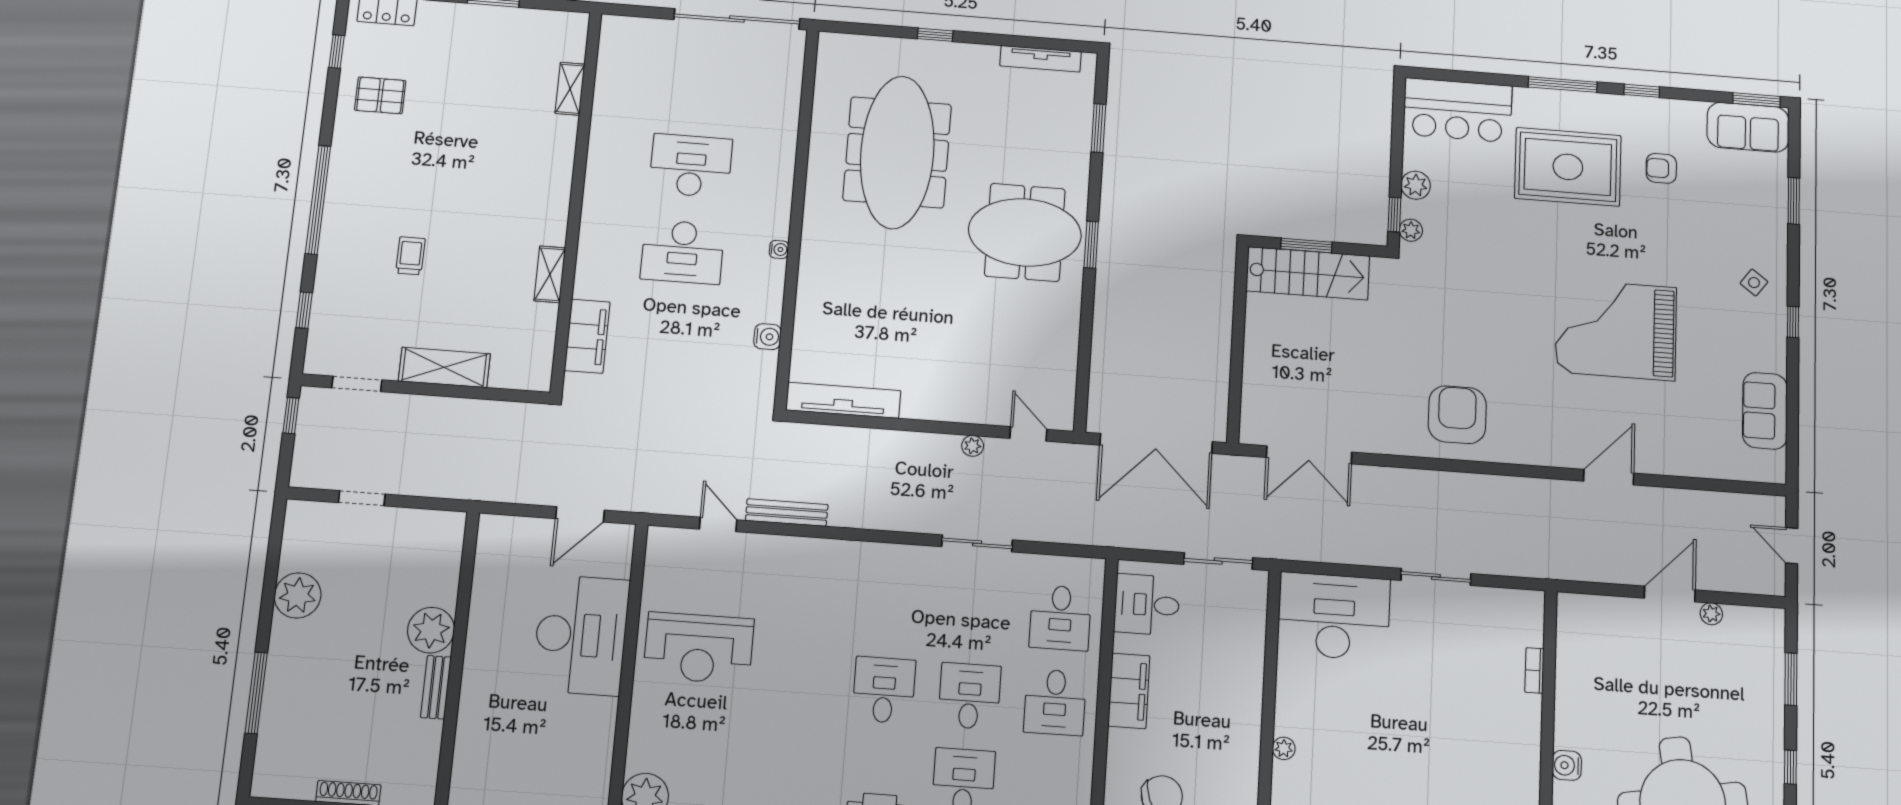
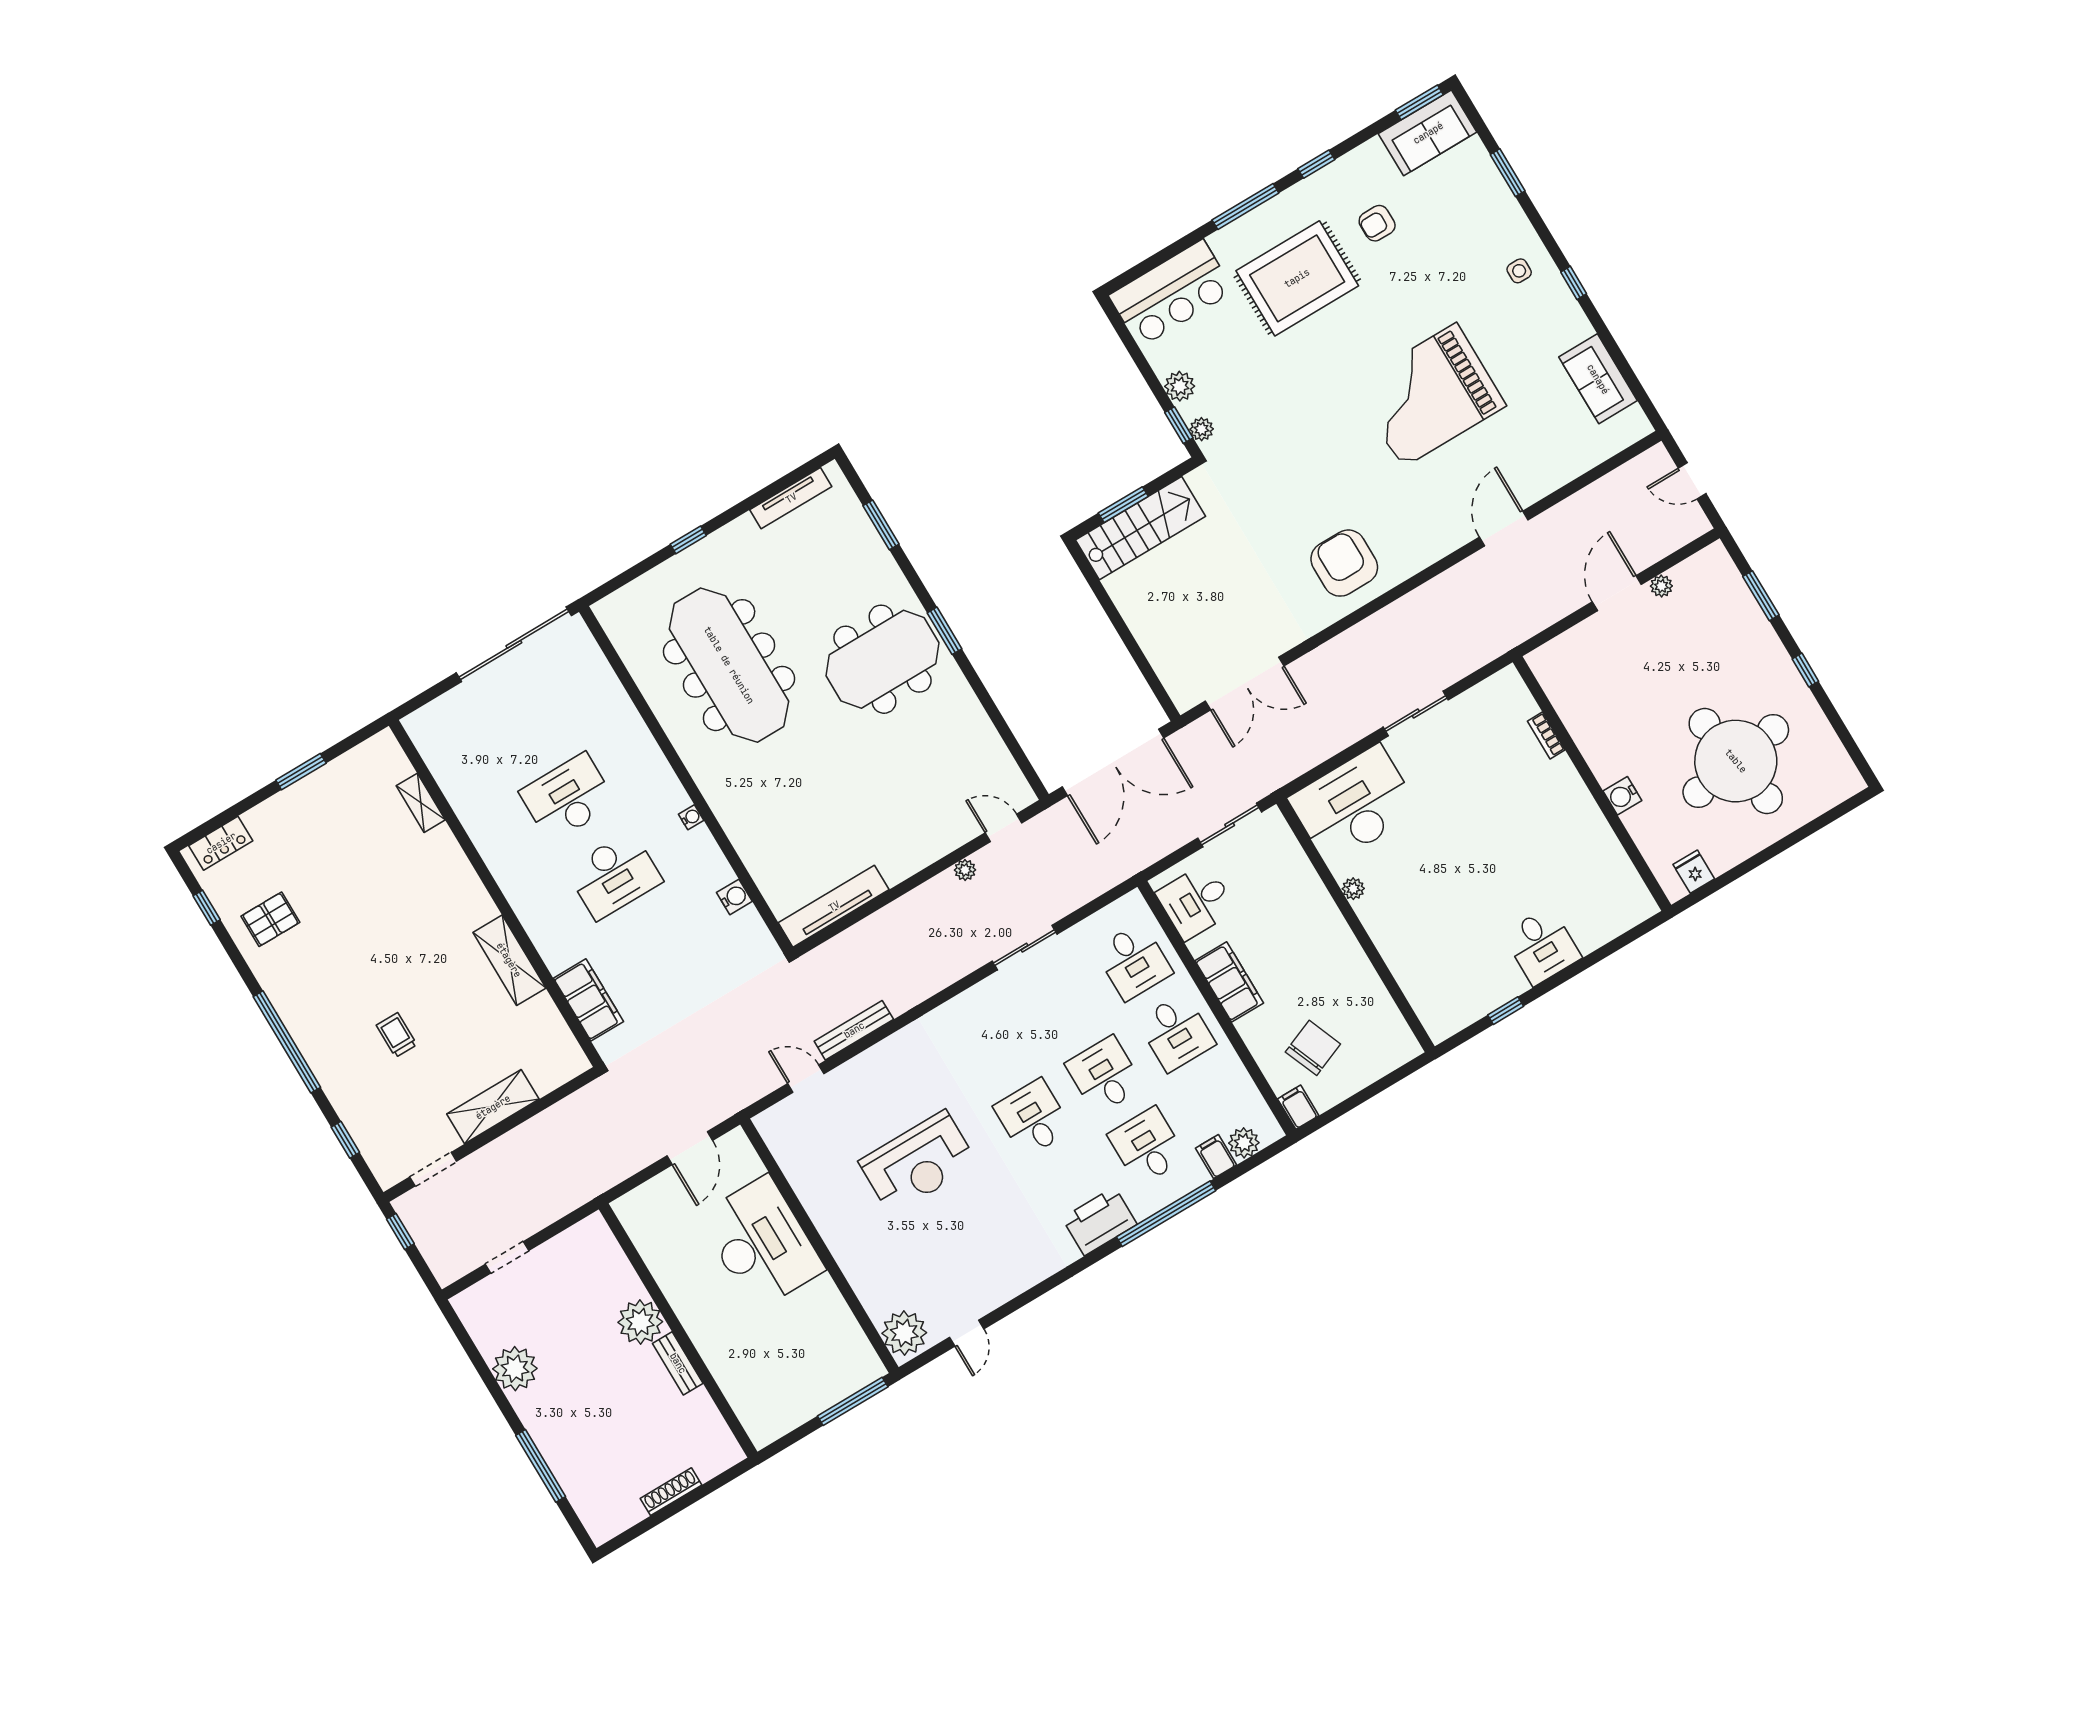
shelving: (550, 274) -> (509, 960), width x1.50, depth x1.33
side table: (1754, 283) -> (1519, 271), turned -37
reception desk: (699, 648) -> (918, 1163), moved
plant: (1284, 748) -> (1353, 889), moved

